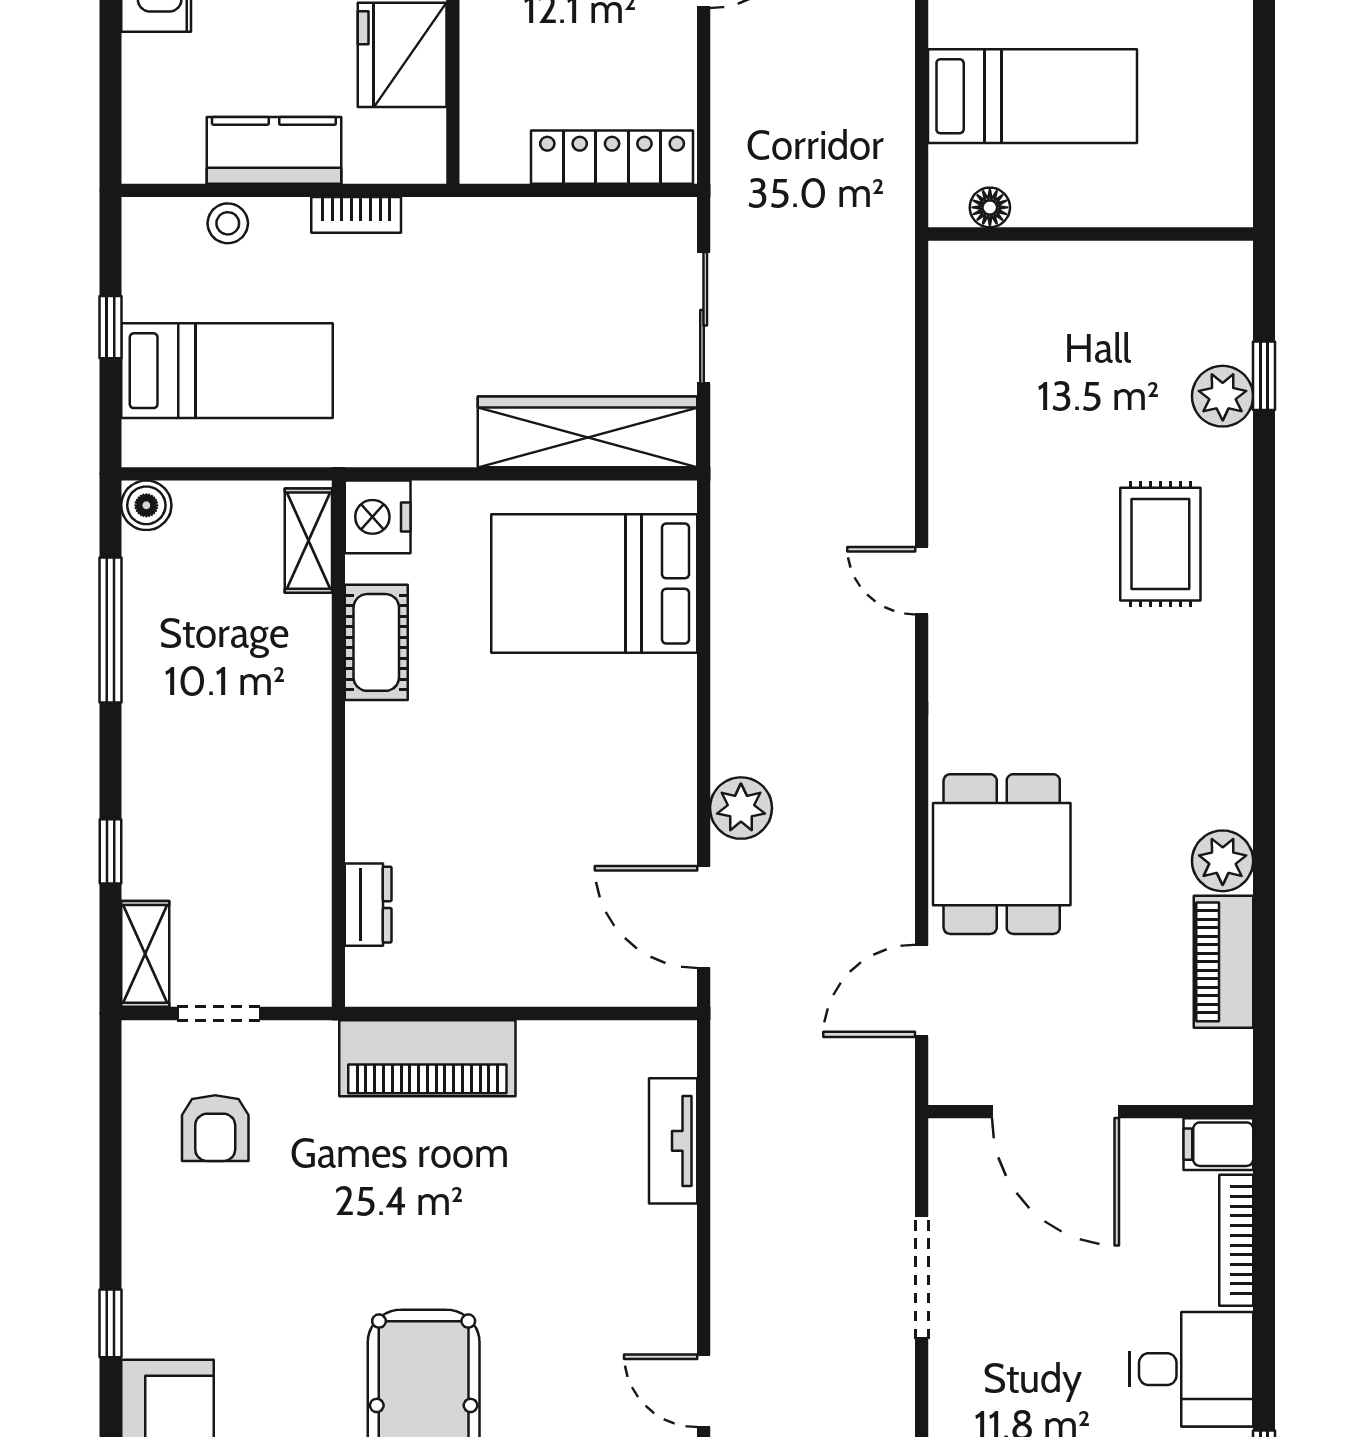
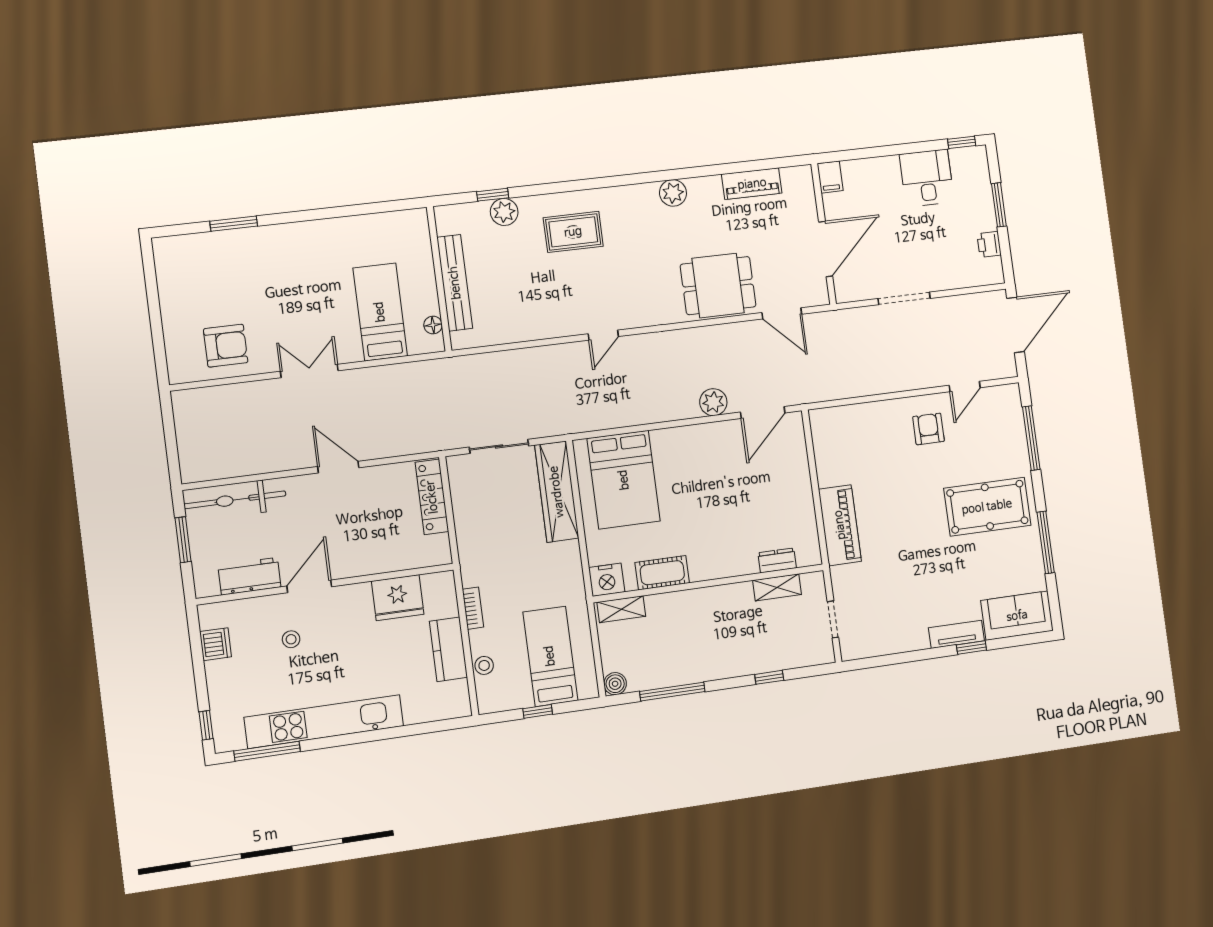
bench: (1078, 267) -> (455, 283), added
plant: (1223, 861) -> (673, 193), moved
shelving: (145, 954) -> (777, 587), moved
armchair: (215, 1128) -> (928, 429), moved, turned -90
tv unit: (673, 1141) -> (956, 634), moved, turned 180
bookcase: (1236, 1240) -> (870, 165), removed

